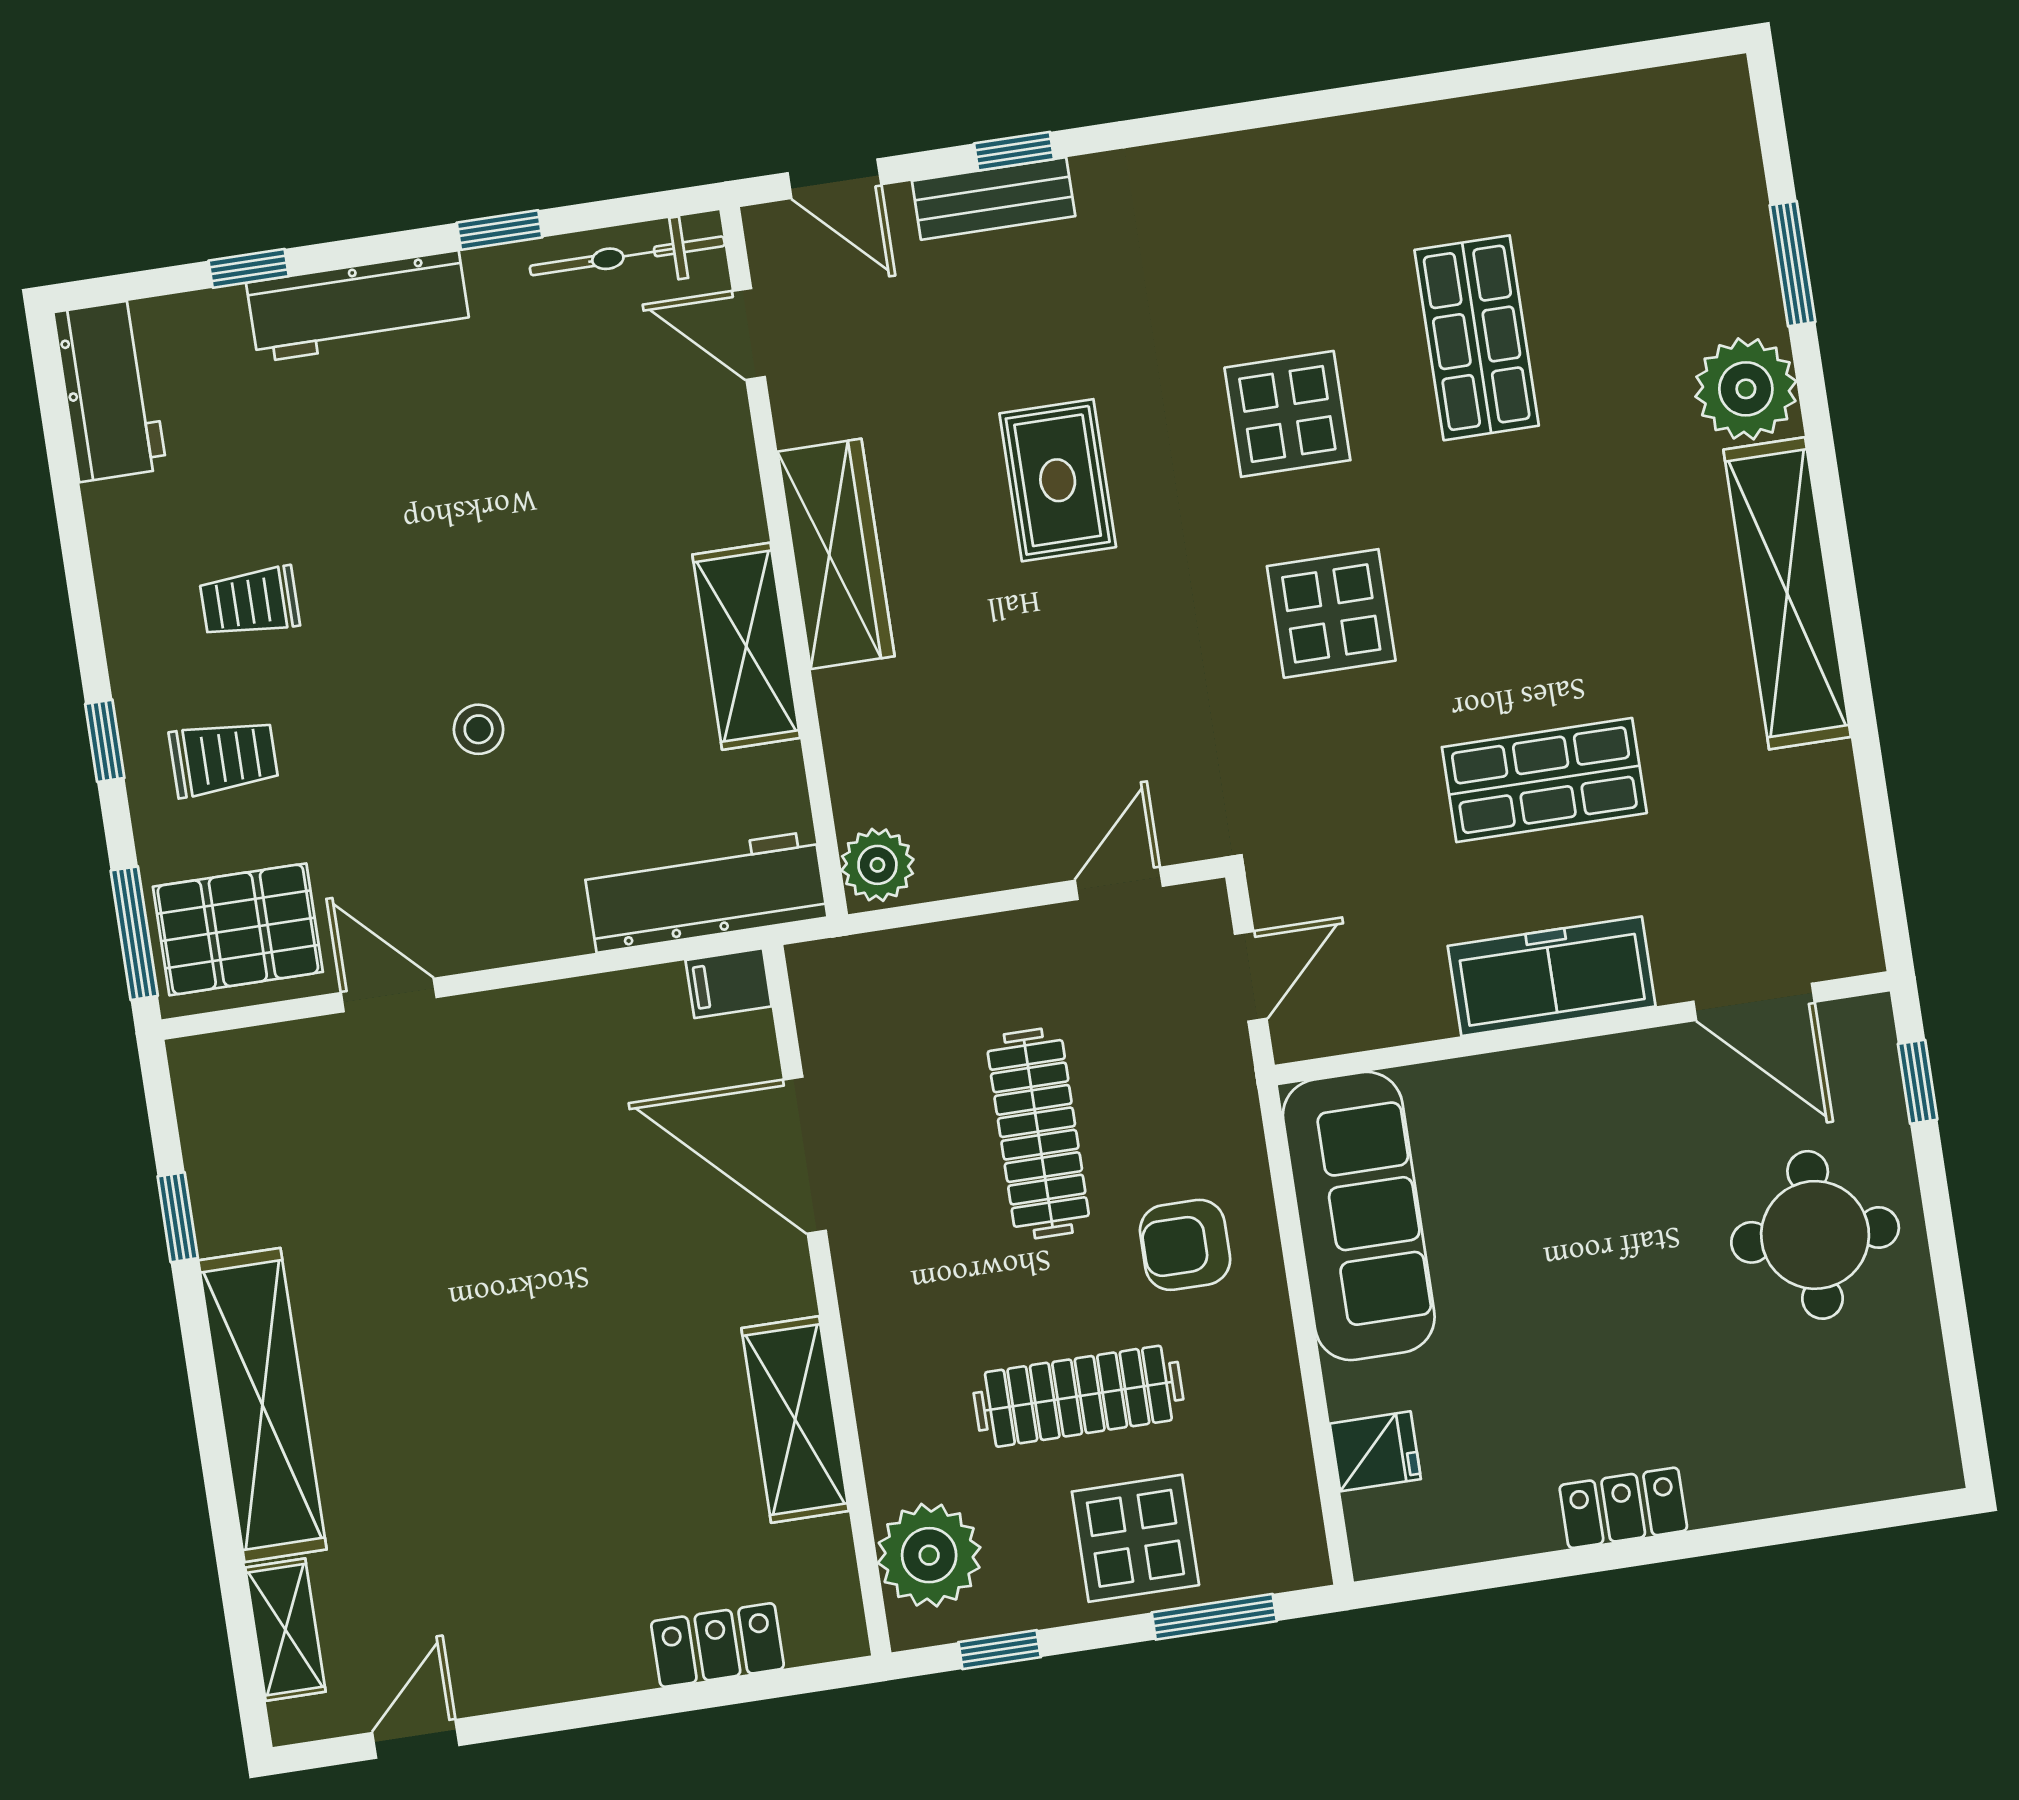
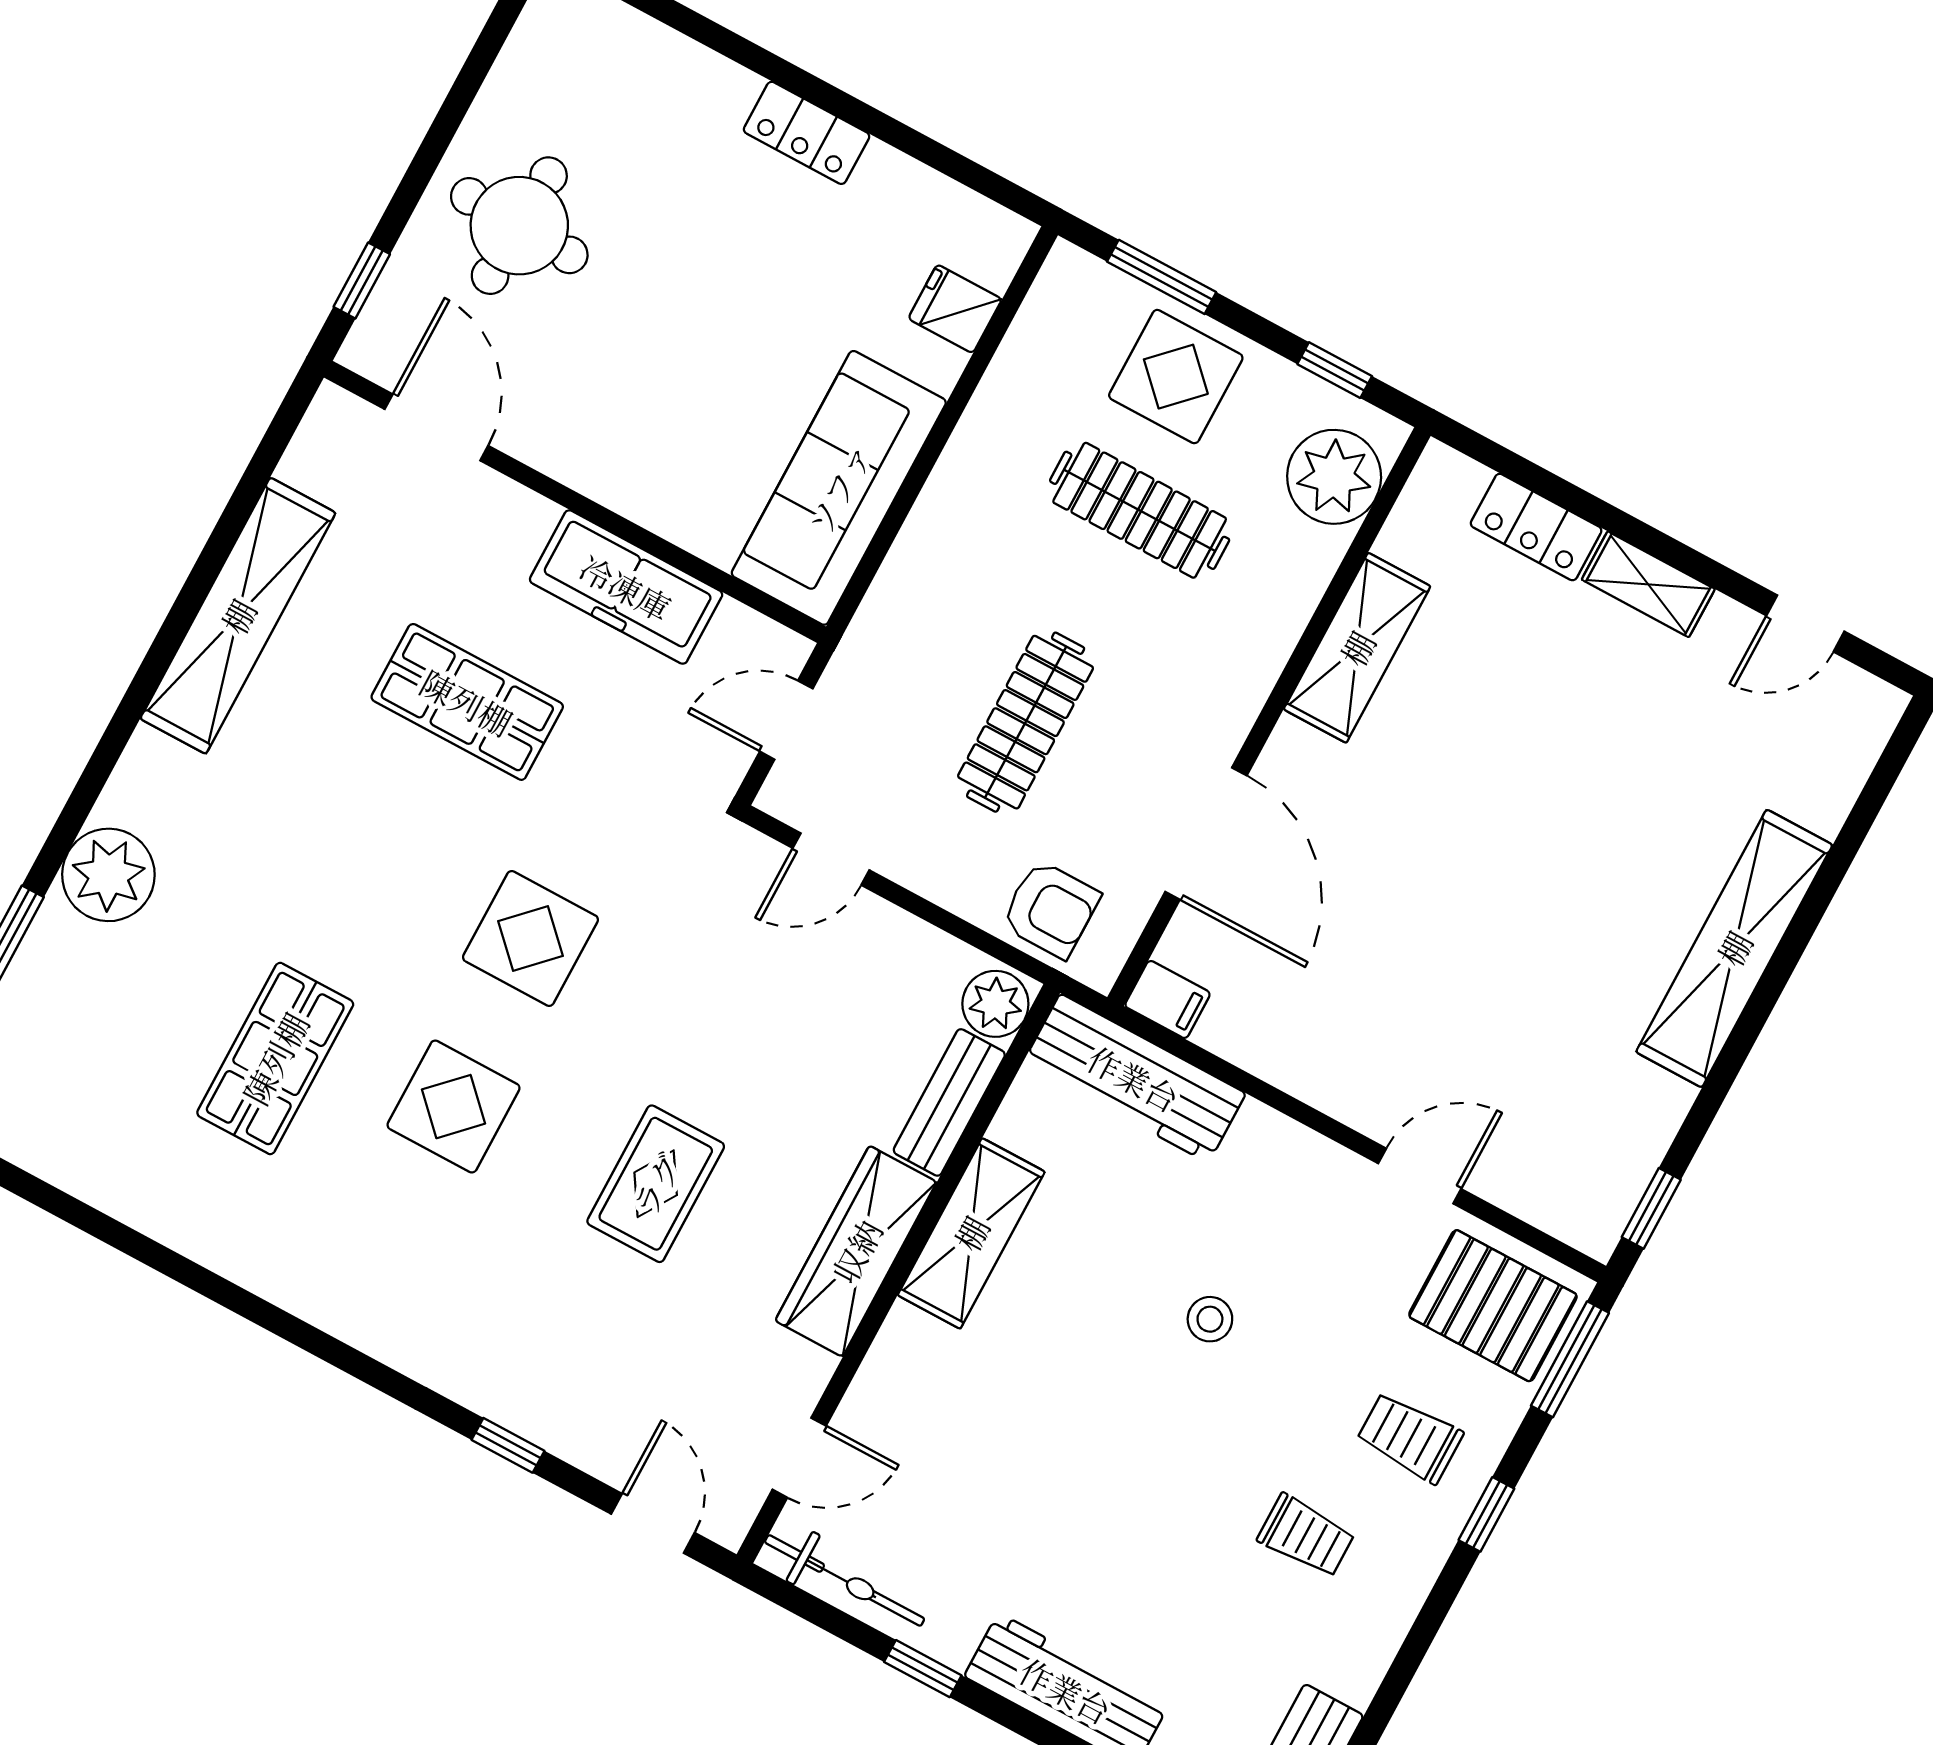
bench: (994, 198) -> (949, 1102), moved, turned 90
door: (749, 334) -> (799, 1458), hinge flipped
shelving: (1787, 593) -> (238, 616), moved
freezer: (1552, 976) -> (626, 587), moved
door: (389, 995) -> (1420, 1176), swing flipped
window: (178, 1217) -> (1651, 1208), moved
armchair: (1185, 1245) -> (1051, 909), moved
shelving: (285, 1630) -> (1648, 584), moved, turned 90

